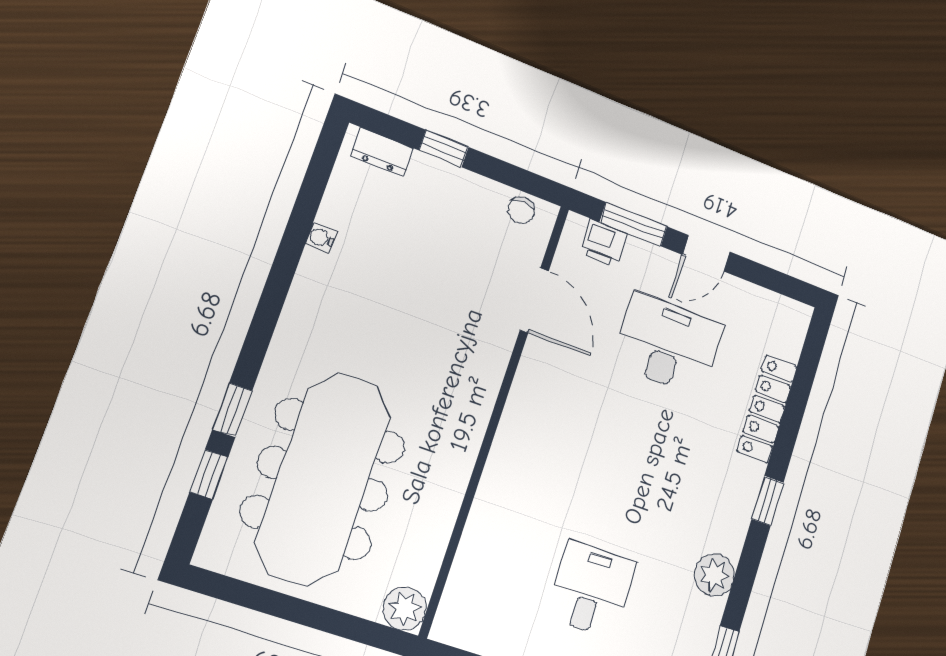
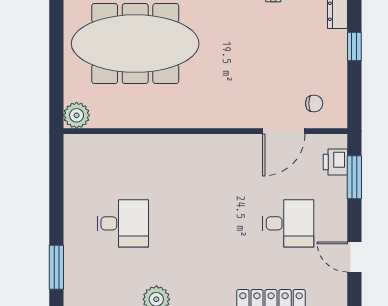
chair: (521, 210) -> (314, 103), moved, turned 180
door: (706, 253) -> (354, 257), moved
desk: (668, 344) -> (288, 223), width x0.73

